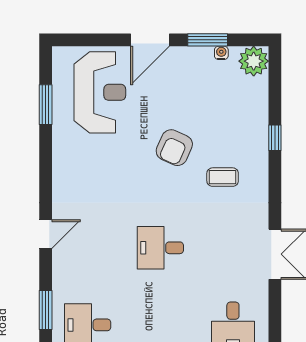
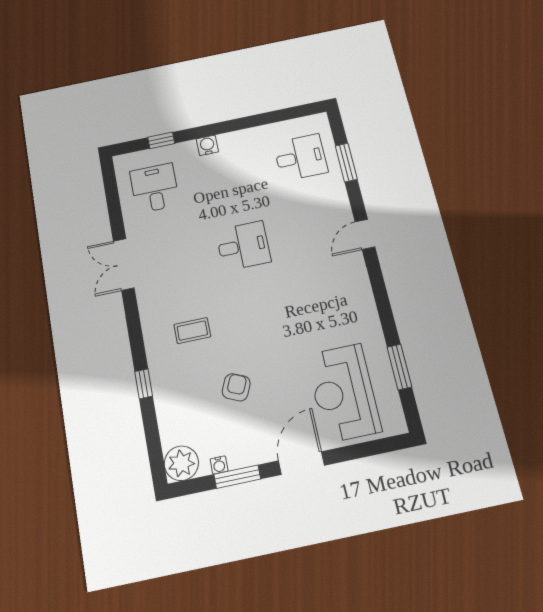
armchair: (174, 148) -> (236, 387), moved, width x0.72, depth x0.72

